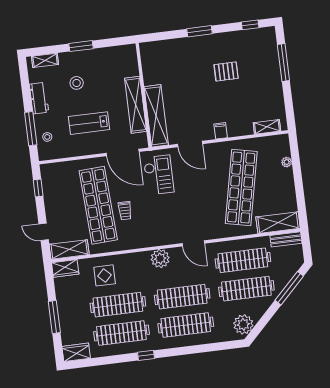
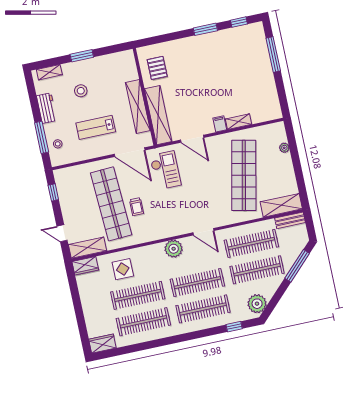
window: (199, 31) -> (205, 29), moved
pallet: (226, 71) -> (157, 68), moved, turned 90
shelving: (267, 127) -> (239, 122), moved
window: (54, 317) -> (79, 312), removed
window: (146, 355) -> (234, 327), moved

